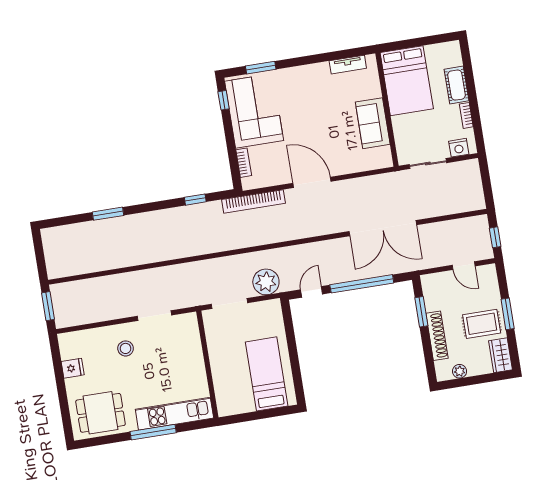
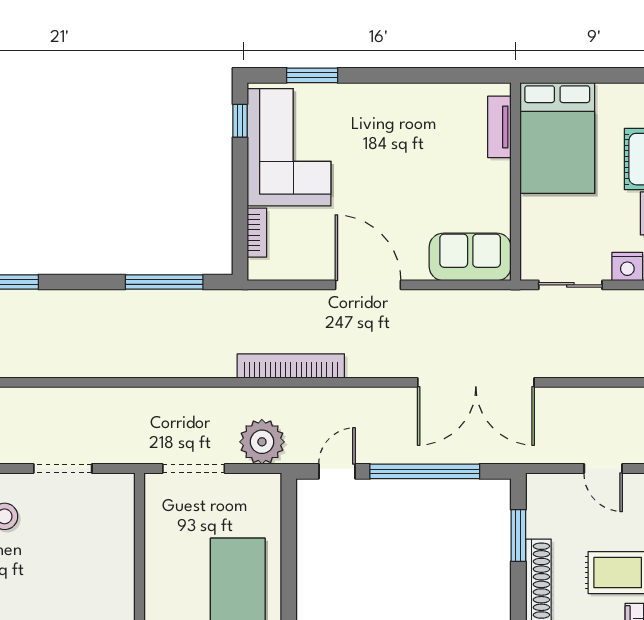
tv unit: (348, 65) -> (499, 127), moved, turned 90
sofa: (373, 123) -> (470, 257), moved, turned 90
window: (195, 200) -> (164, 282), width x2.17
bookcase: (254, 201) -> (291, 366), moved, turned 180

